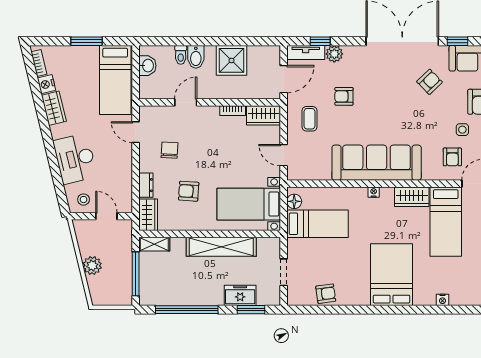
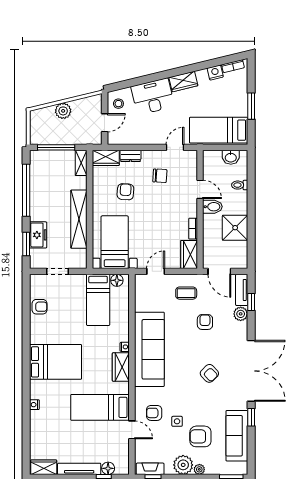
bidet: (196, 57) -> (212, 207), moved, turned 180
armchair: (430, 82) -> (209, 373), moved
wardrobe: (54, 108) -> (183, 81), moved
wardrobe: (412, 197) -> (121, 367), moved
armchair: (326, 294) -> (39, 307), turned -82

